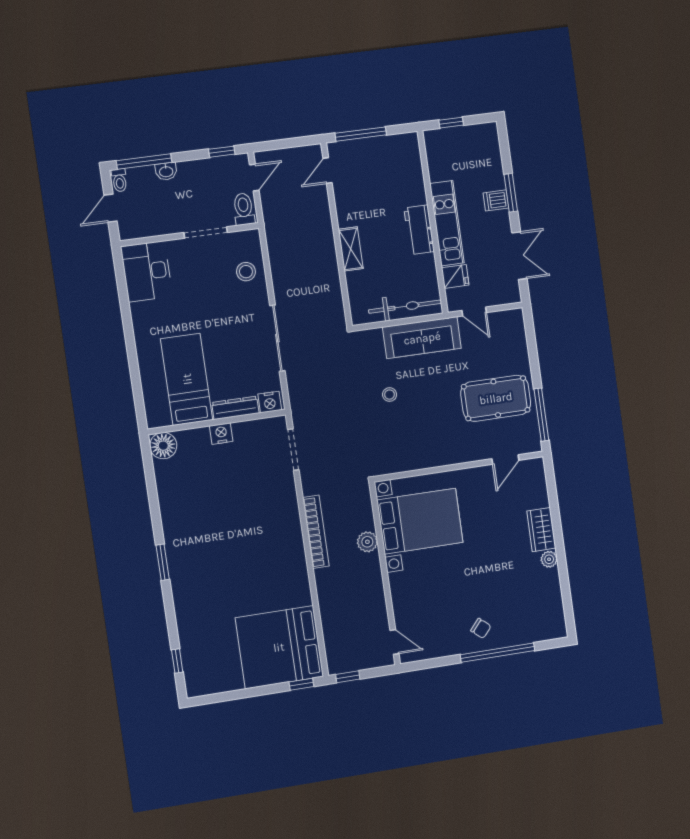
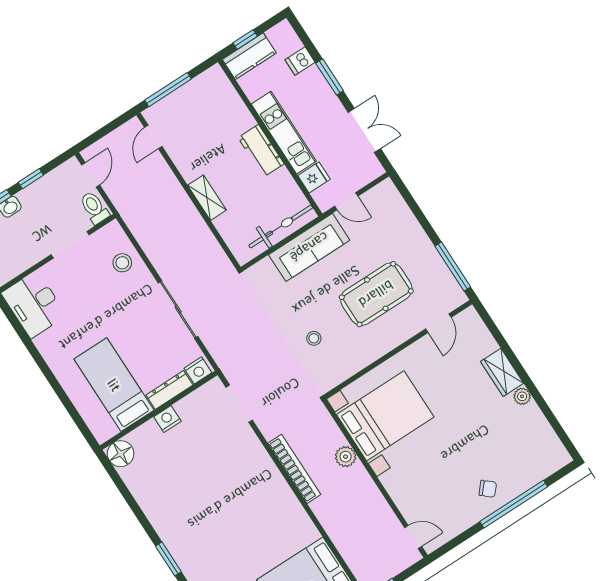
kitchen counter: (448, 139) -> (249, 56), added
window: (222, 152) -> (31, 179), moved
dishwasher: (496, 200) -> (300, 61), moved
stool: (389, 395) -> (314, 338), moved
pool table: (496, 398) -> (376, 294), moved

